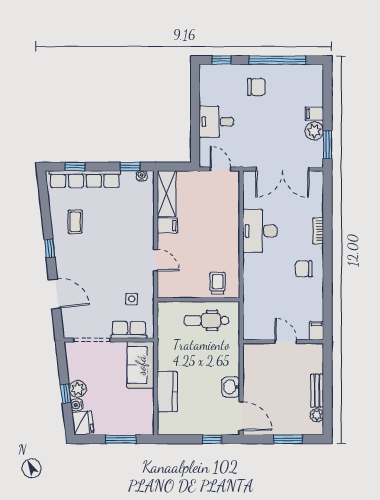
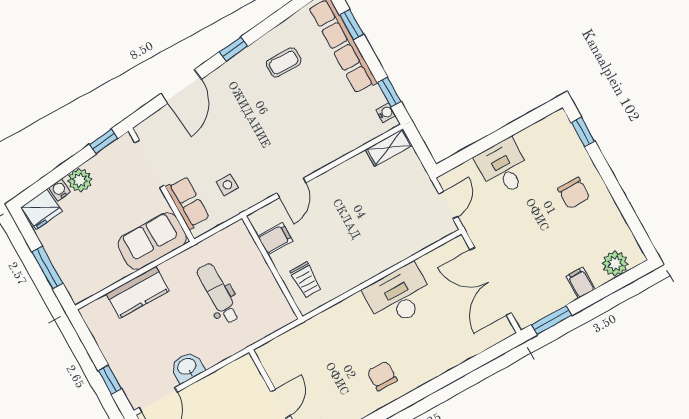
window: (277, 60) -> (621, 201), removed
plant: (314, 131) -> (615, 264), moved
shelving: (166, 194) -> (389, 147), width x0.67, depth x0.75
filing cabinet: (167, 226) -> (275, 239), moved, turned -90
bookcase: (318, 231) -> (439, 368), removed
trolley: (218, 283) -> (306, 280), turned 90
dental chair: (207, 320) -> (218, 293), moved
window: (66, 394) -> (104, 141), moved

